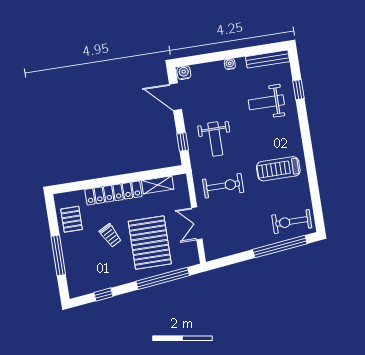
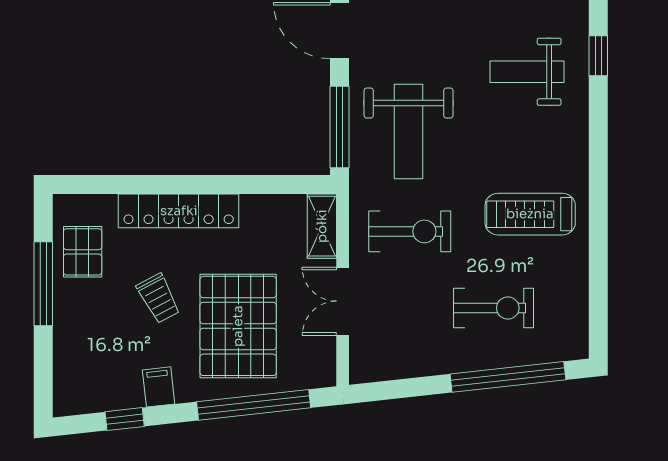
weight bench: (215, 139) -> (409, 131), width x1.36, depth x1.33
window: (183, 142) -> (339, 127), width x2.17
shelving: (158, 185) -> (322, 226), moved, turned 90
exercise bike: (292, 222) -> (493, 308), moved, turned 180
window: (58, 255) -> (43, 284), moved
filing cabinet: (117, 277) -> (159, 387), added

